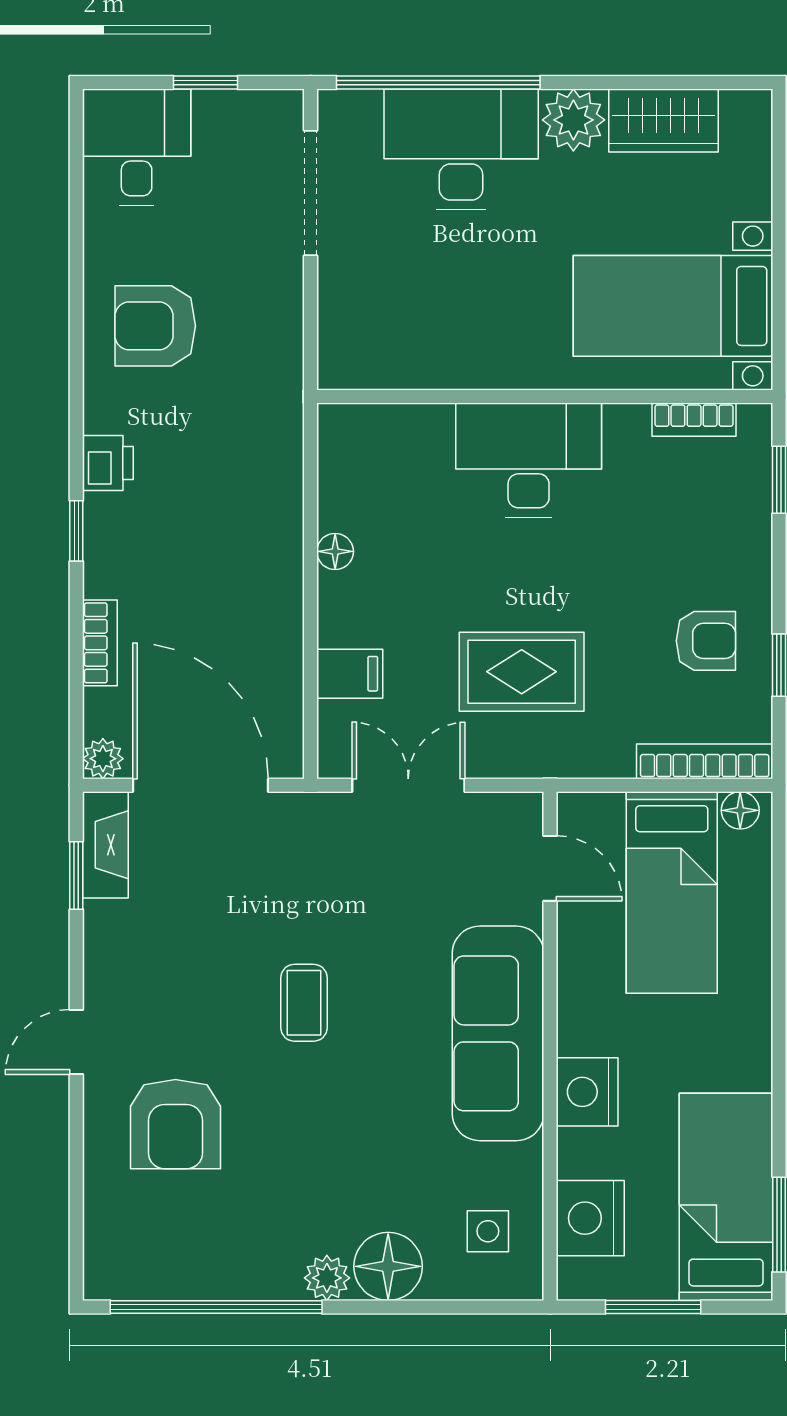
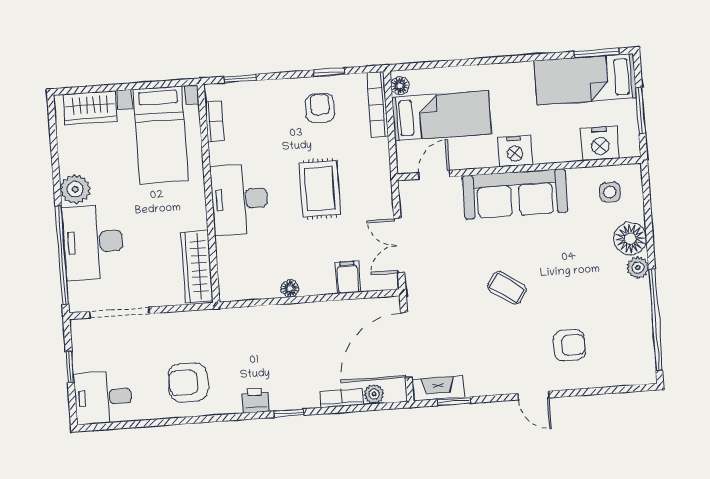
wardrobe: (663, 120) -> (90, 108), moved, turned 90
armchair: (155, 326) -> (188, 382), turned 90
wardrobe: (394, 361) -> (197, 267), added
rug: (522, 672) -> (320, 189), moved
plant: (103, 759) -> (374, 394), moved
coffee table: (304, 1003) -> (507, 288), turned 34
nightstand: (587, 1092) -> (515, 151), moved
armchair: (175, 1124) -> (569, 345), width x0.72, depth x0.72

